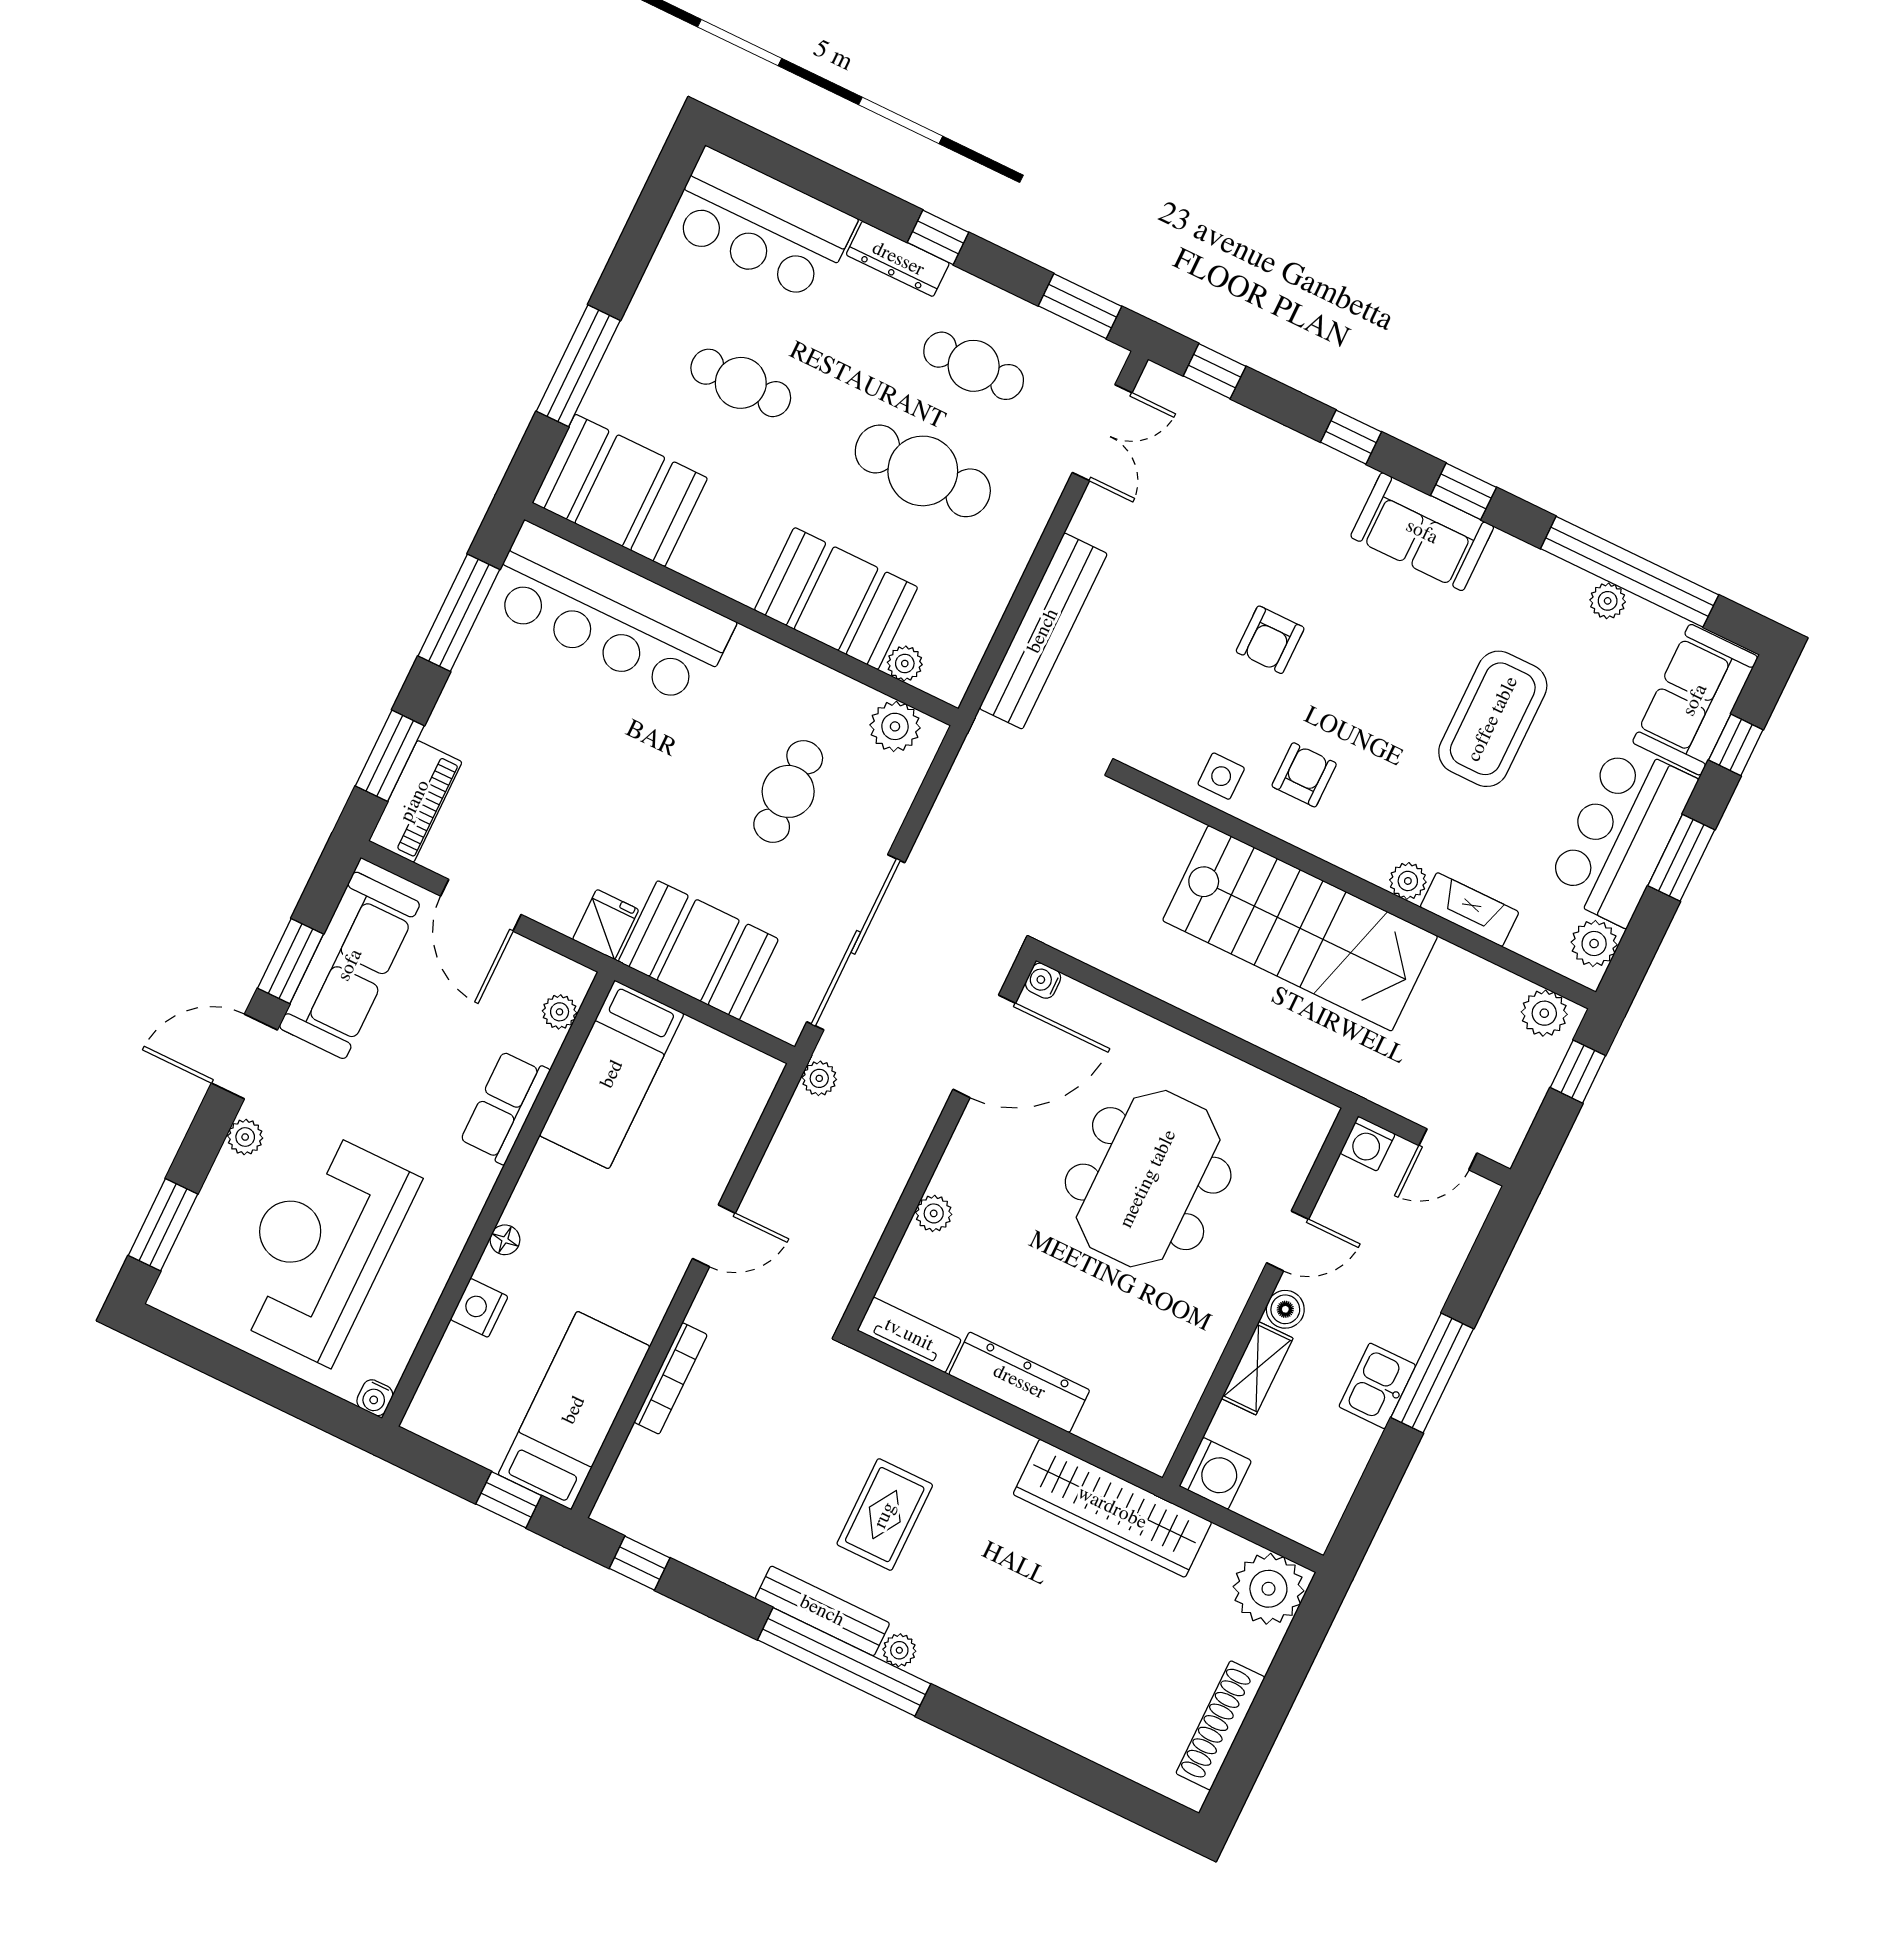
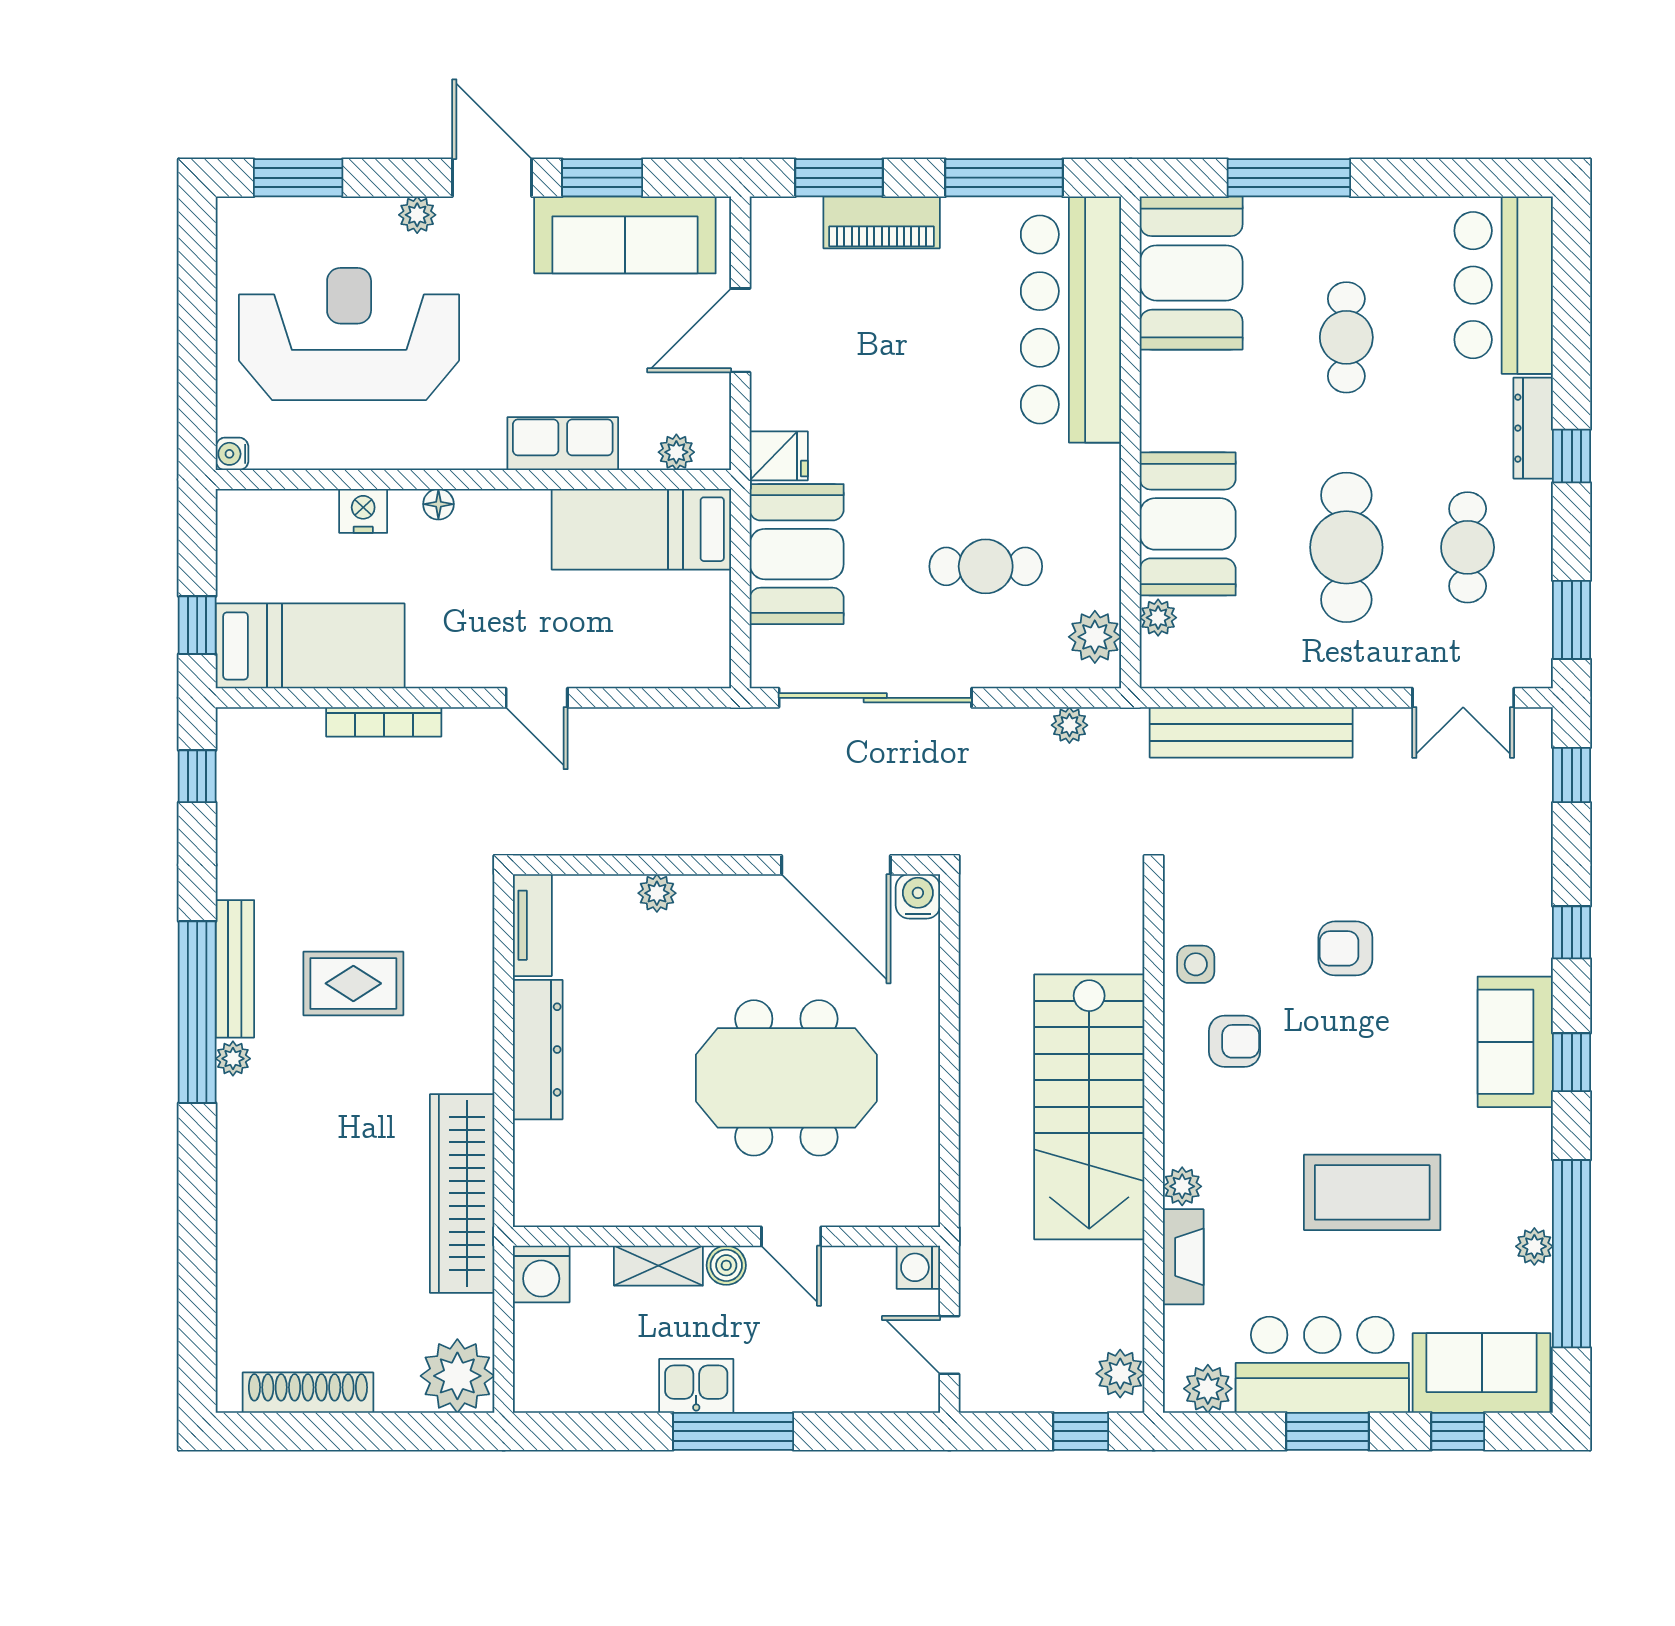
piano: (415, 801) -> (882, 222), moved
water cooler: (1043, 981) -> (918, 896), width x1.38, depth x1.38
plant: (819, 1078) -> (1069, 725), moved

